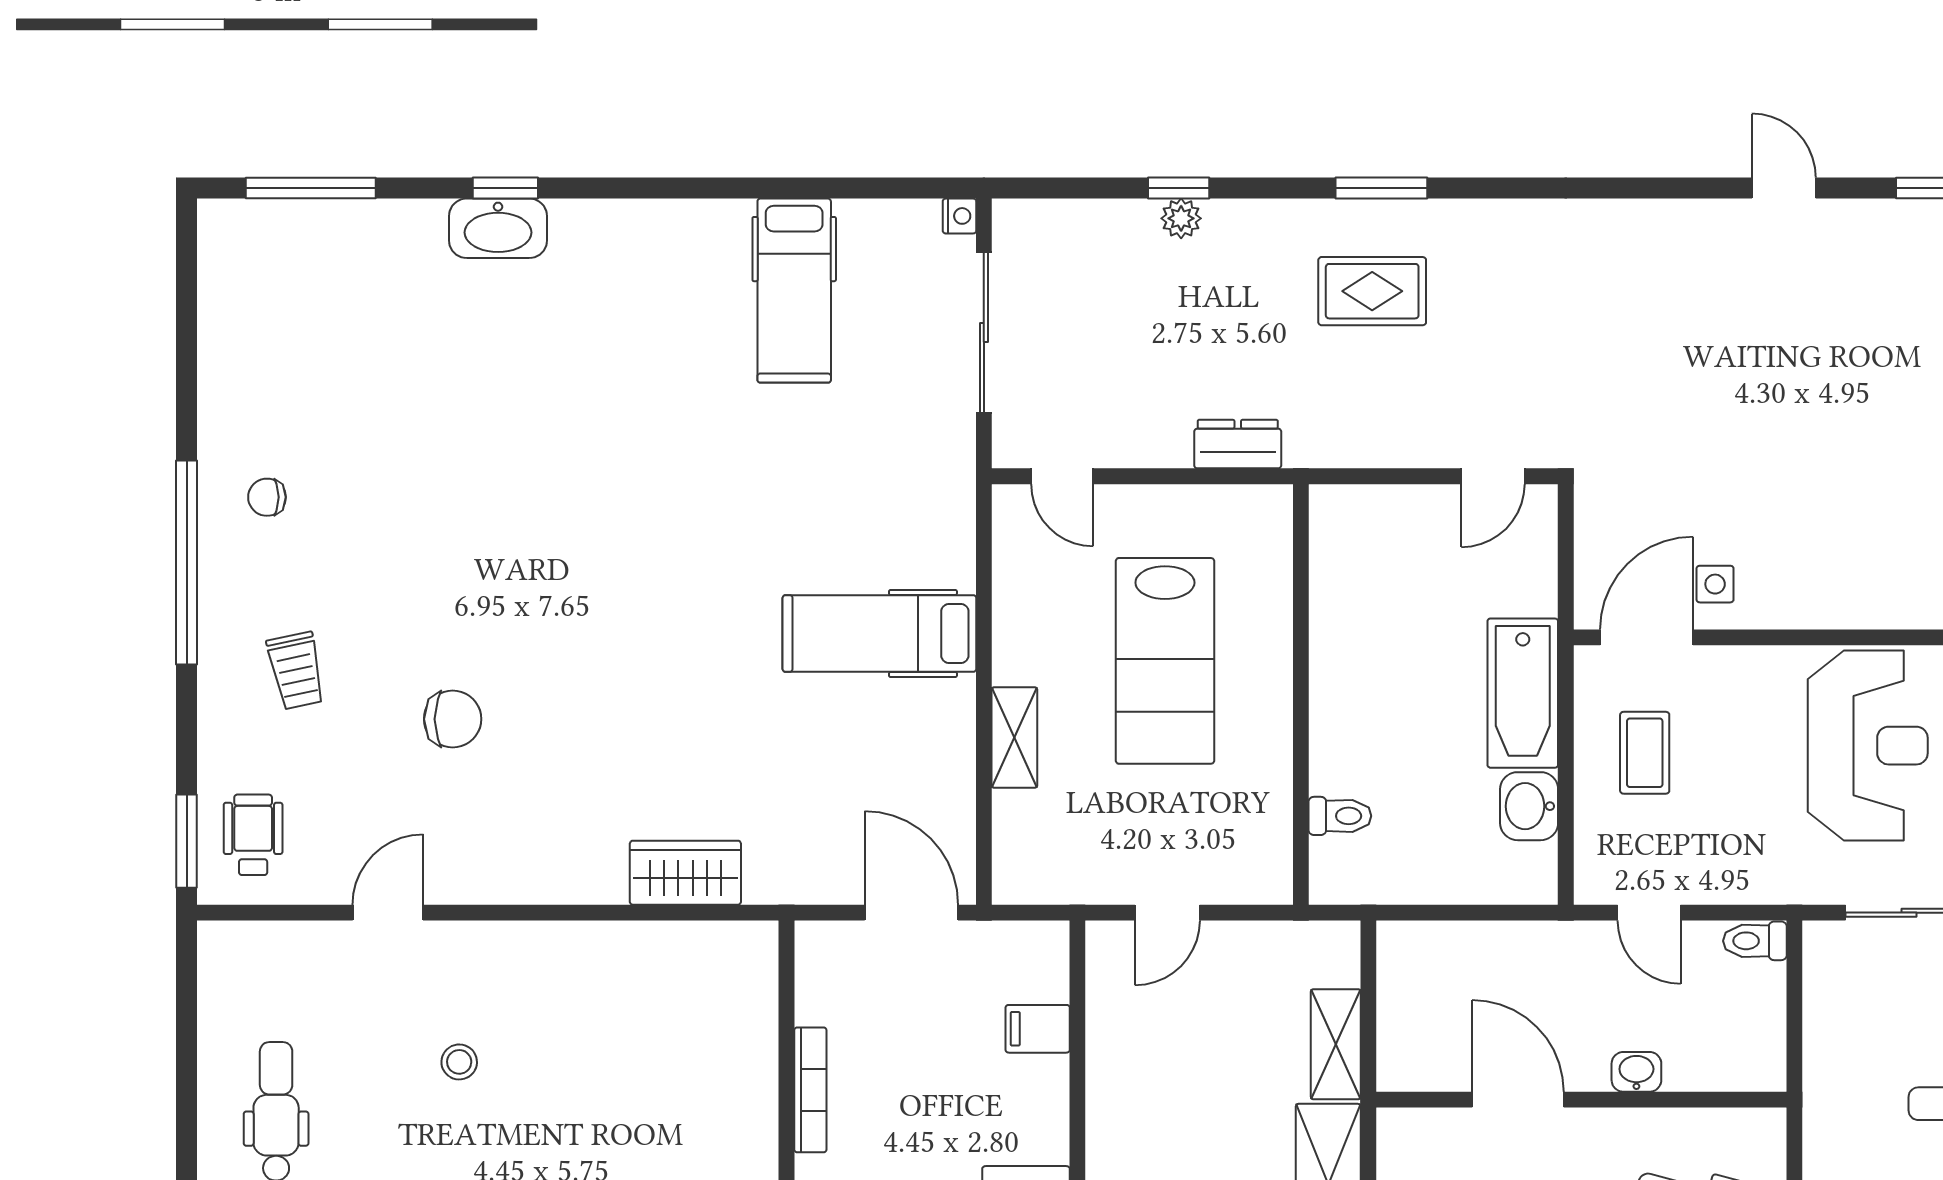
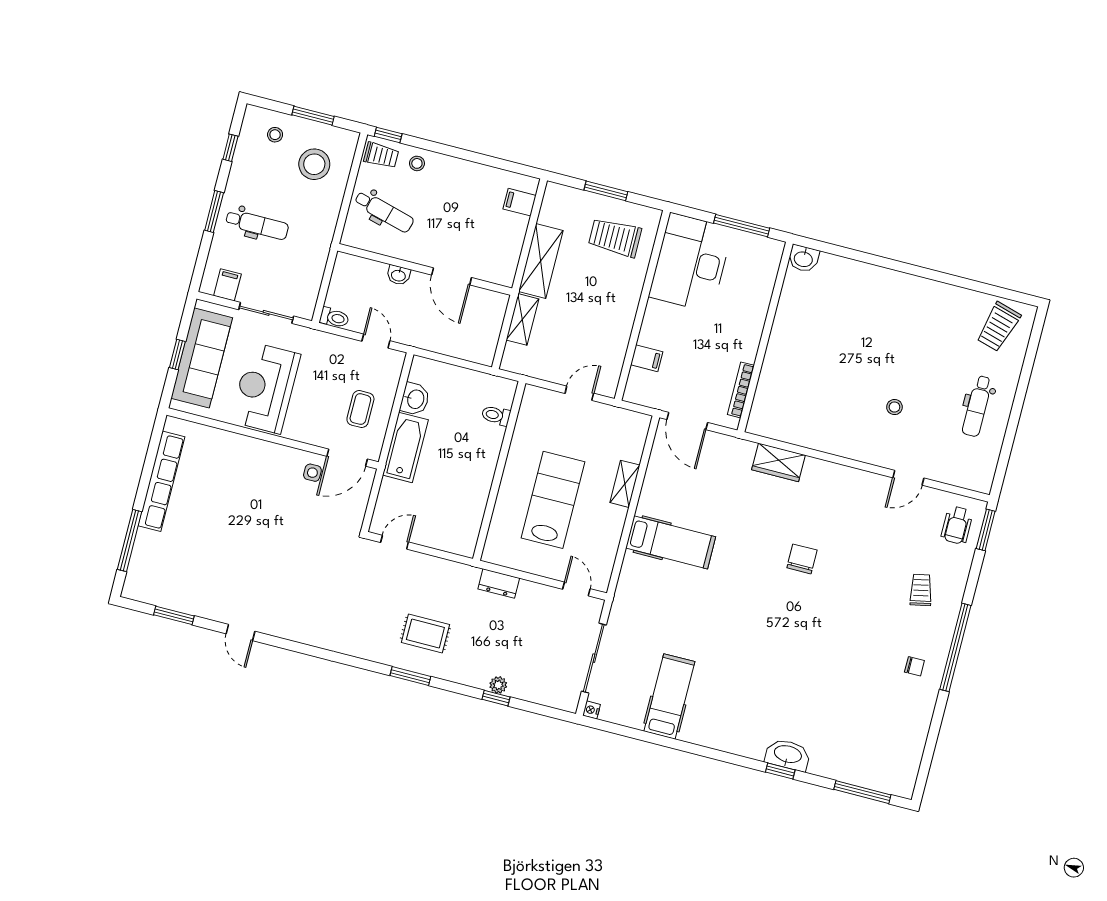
chair: (453, 719) -> (802, 559), moved, turned 90
bookcase: (810, 1090) -> (741, 390), moved

